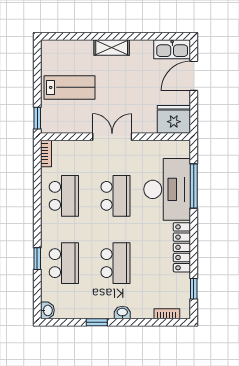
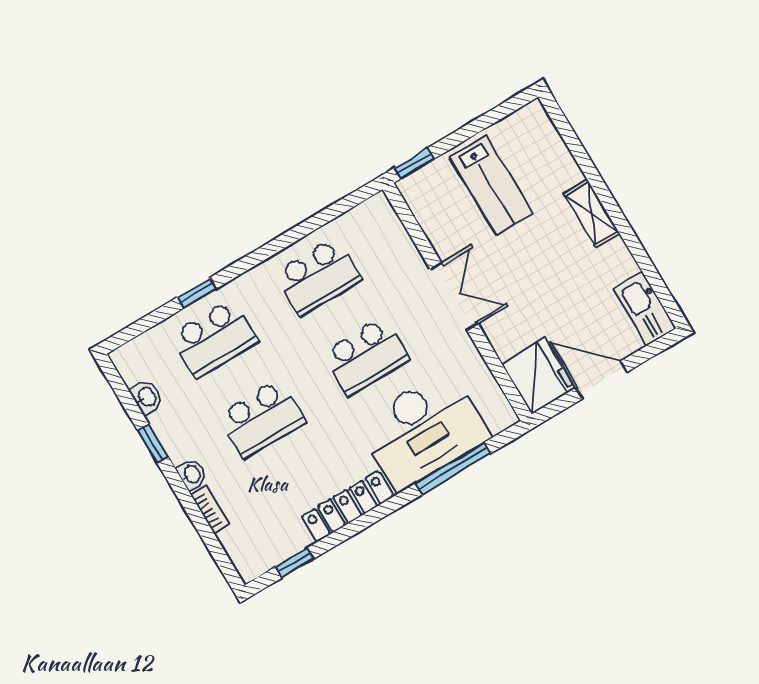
door: (194, 76) -> (601, 380), moved
bookcase: (46, 153) -> (367, 210), removed
washbasin: (47, 310) -> (147, 397), moved, turned -90
bookcase: (167, 314) -> (210, 509), moved

